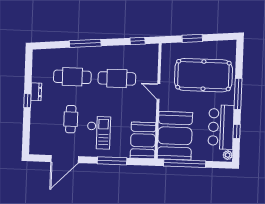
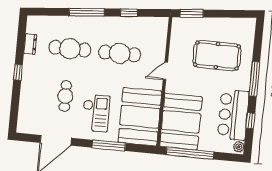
window: (192, 38) -> (192, 13), moved
window: (138, 41) -> (129, 13), moved
pool table: (203, 75) -> (217, 56), width x0.73, depth x0.76
door: (158, 91) -> (165, 71), hinge flipped
dresser: (36, 92) -> (30, 44), moved
booth: (143, 140) -> (140, 117), width x1.36, depth x1.42

